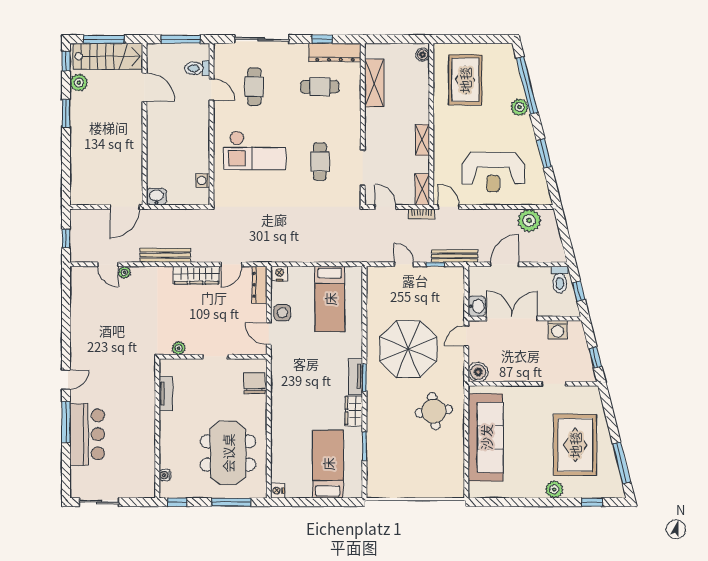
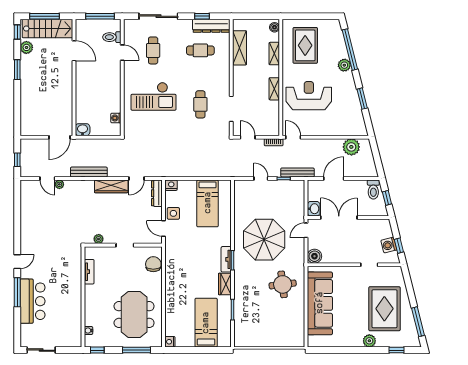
reception desk: (493, 172) -> (309, 96), moved, turned 180
shelving: (422, 189) -> (274, 54), moved
washing machine: (558, 330) -> (389, 245), moved, turned 76

